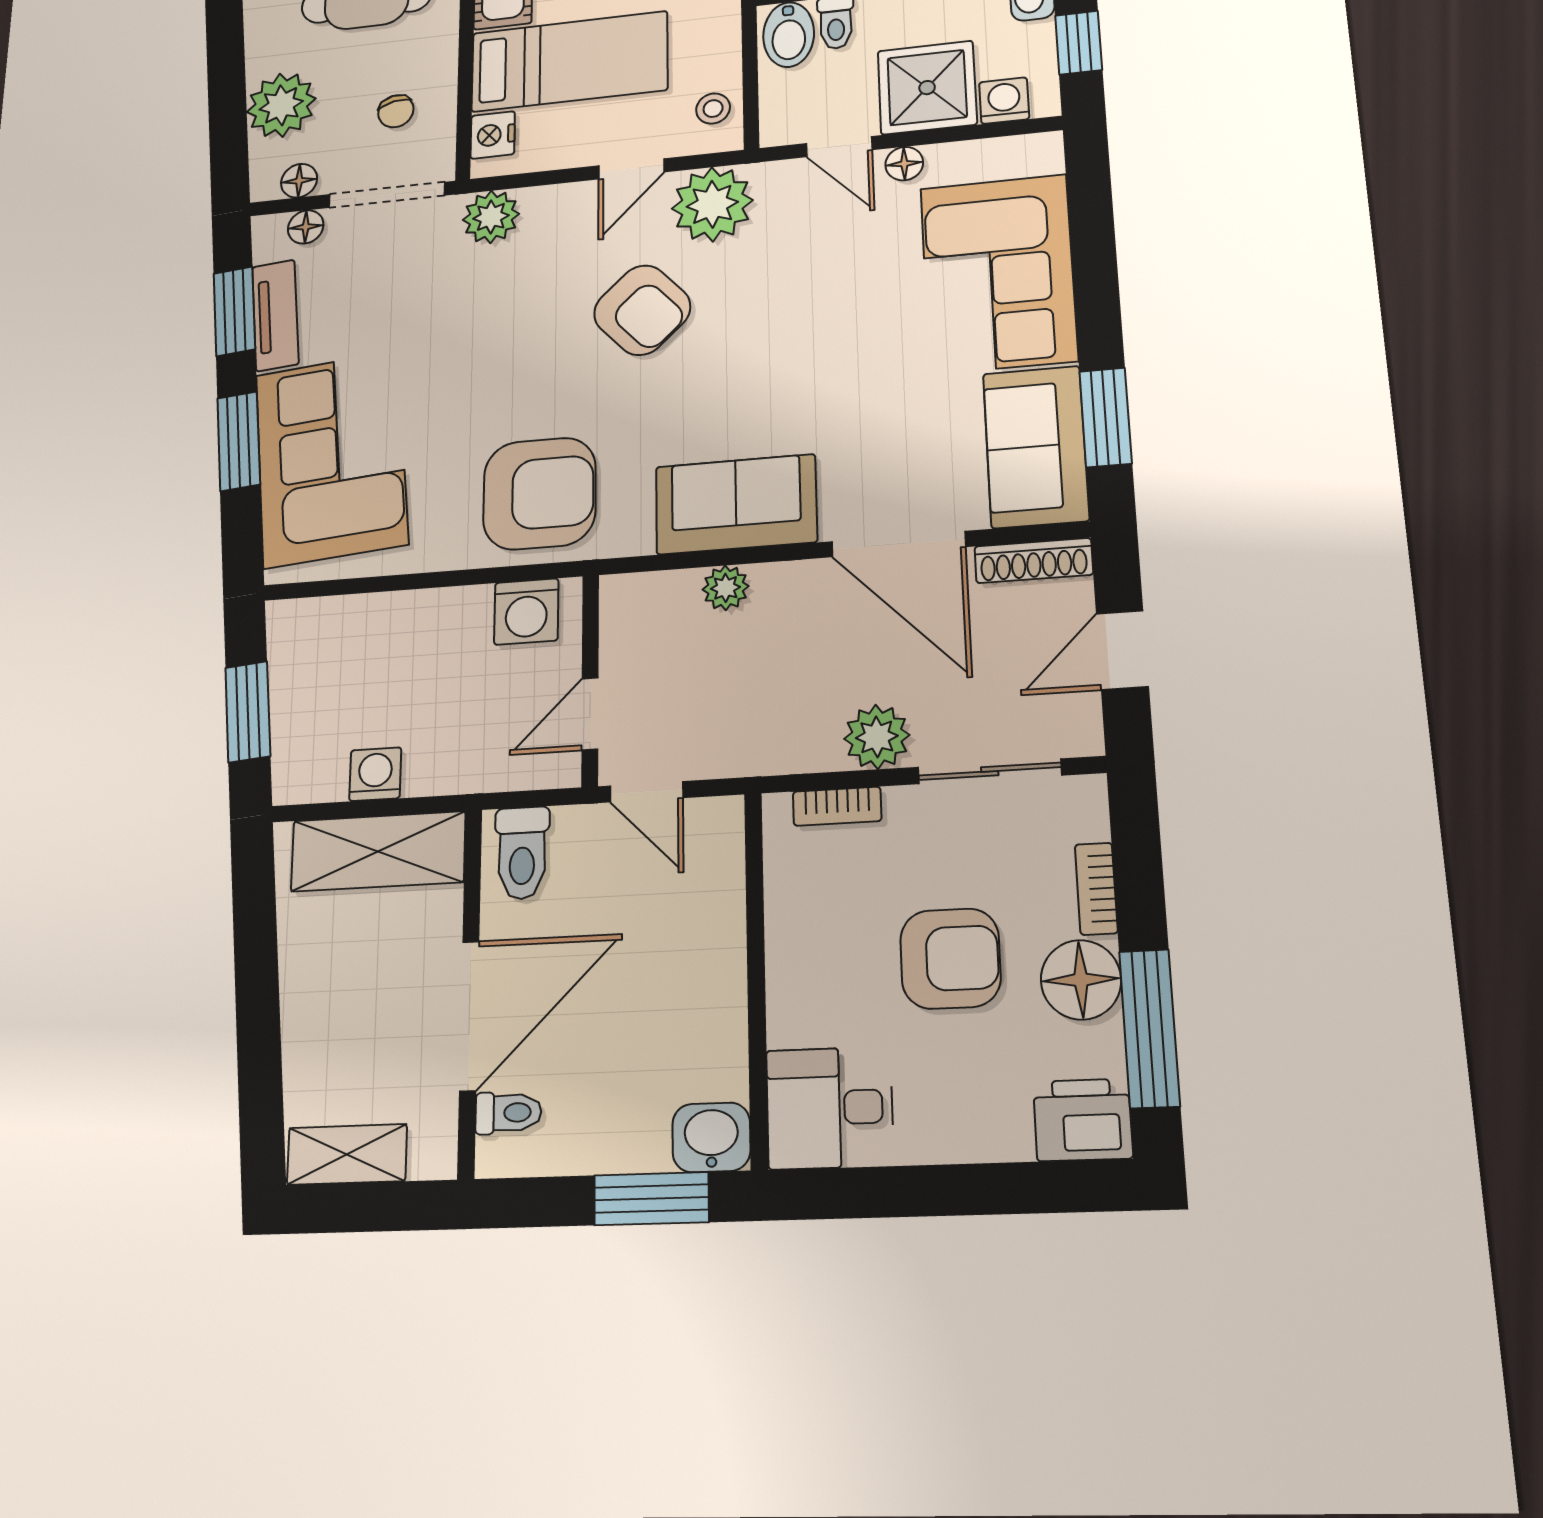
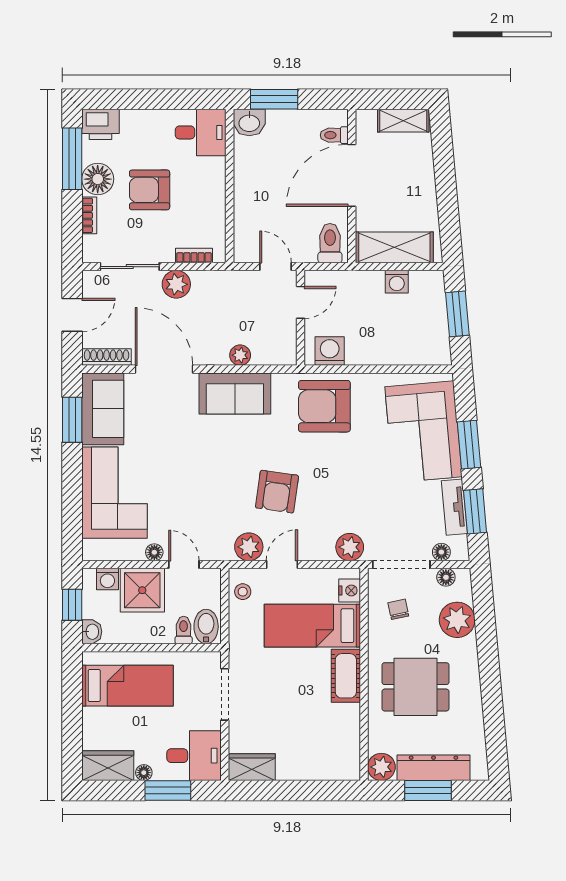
plant: (712, 204) -> (249, 547), width x0.73, depth x0.73
armchair: (642, 310) -> (277, 492), turned -129

